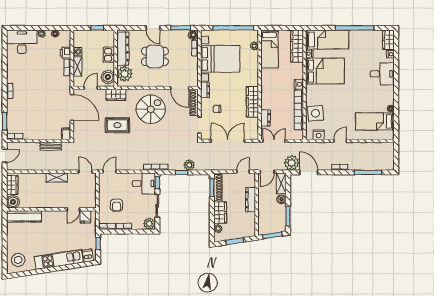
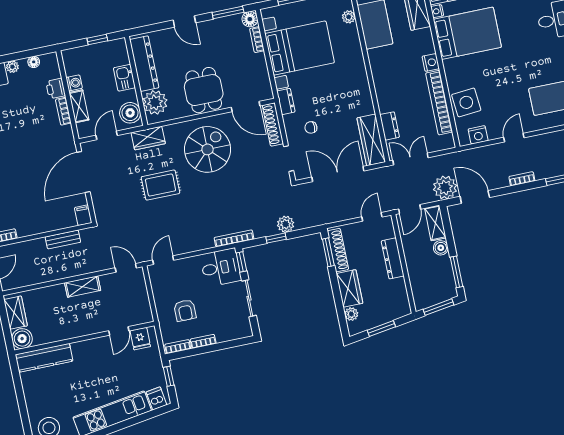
dining table: (155, 56) -> (204, 90), moved, turned 90
wardrobe: (252, 102) -> (371, 140), moved
door: (72, 107) -> (83, 172), swing flipped
plant: (149, 224) -> (242, 329), removed

